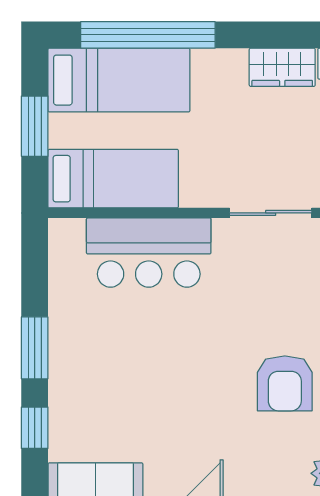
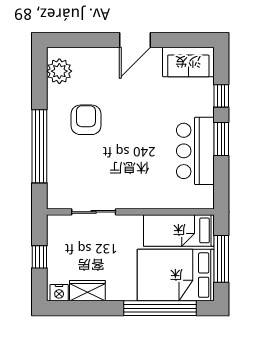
bed: (119, 80) -> (176, 275), width x1.50
window: (35, 126) -> (221, 259), width x1.44
bar counter: (149, 253) -> (195, 151), moved, turned -90

